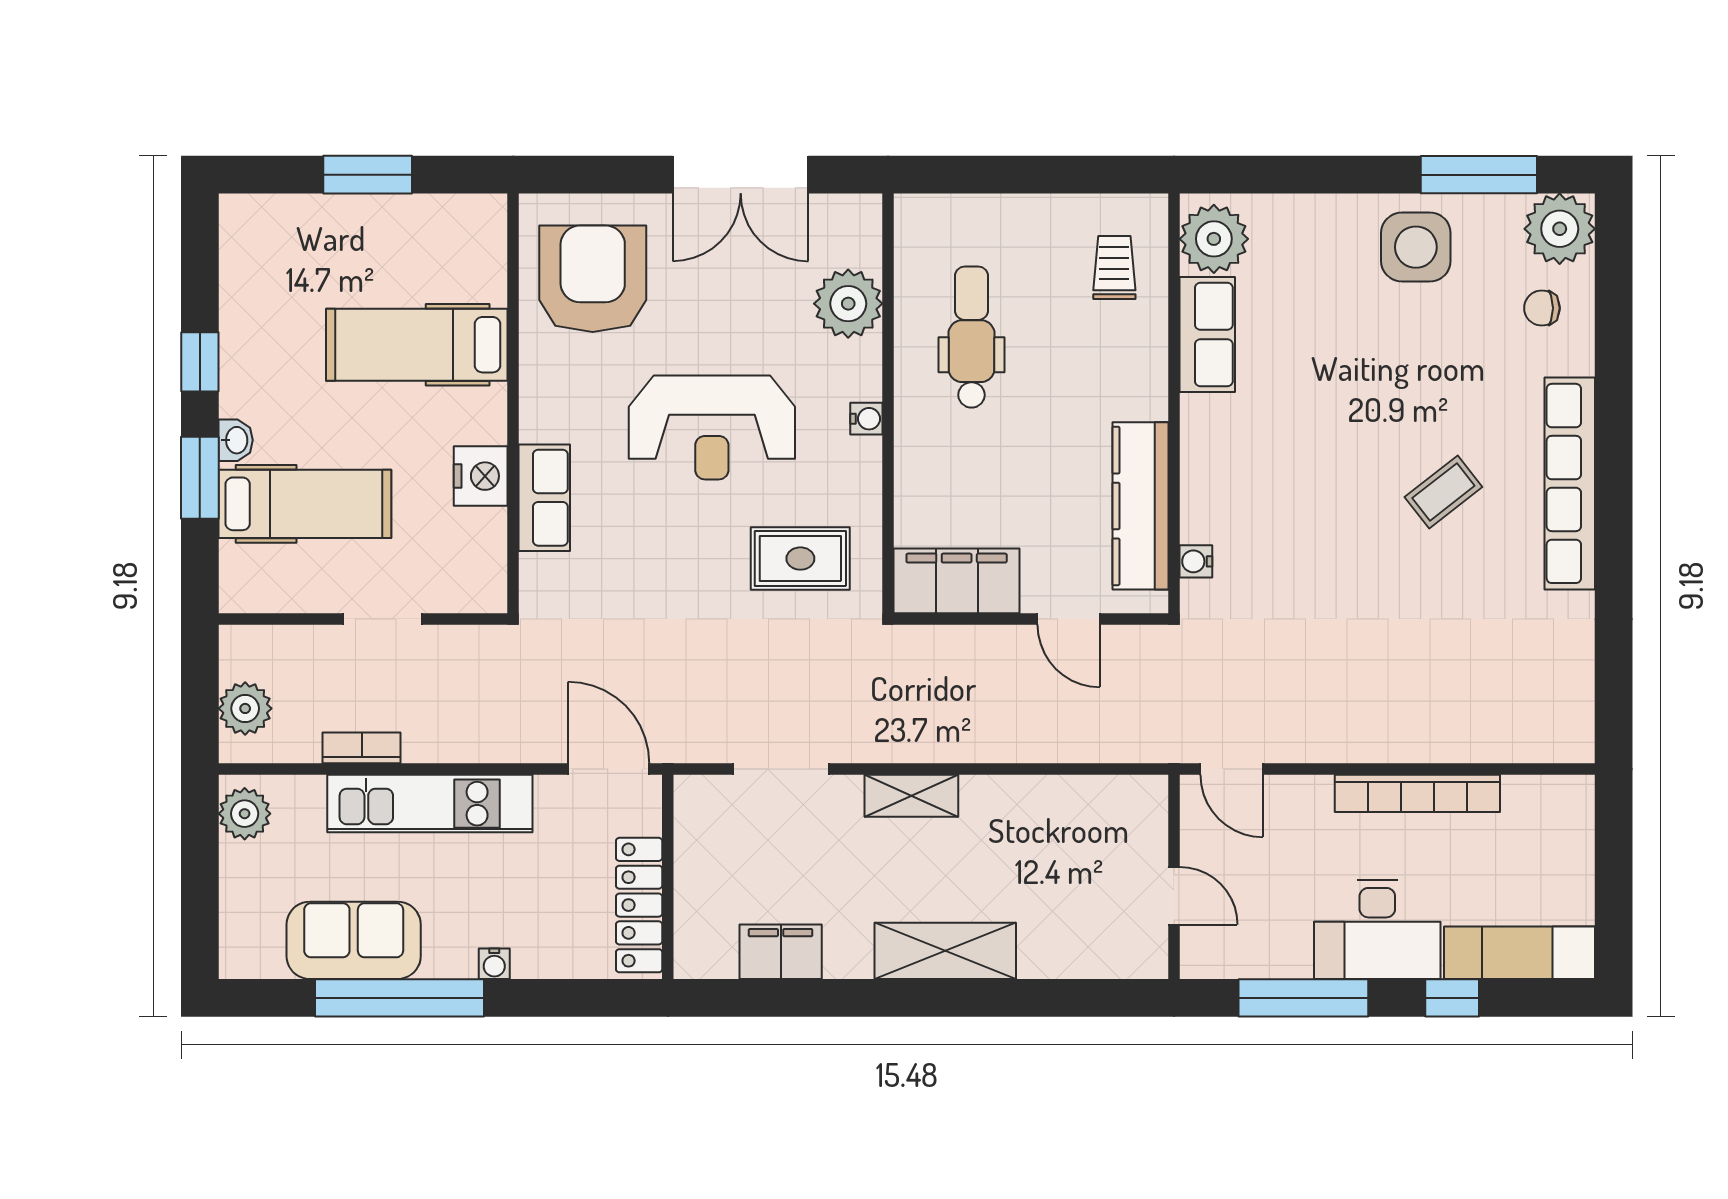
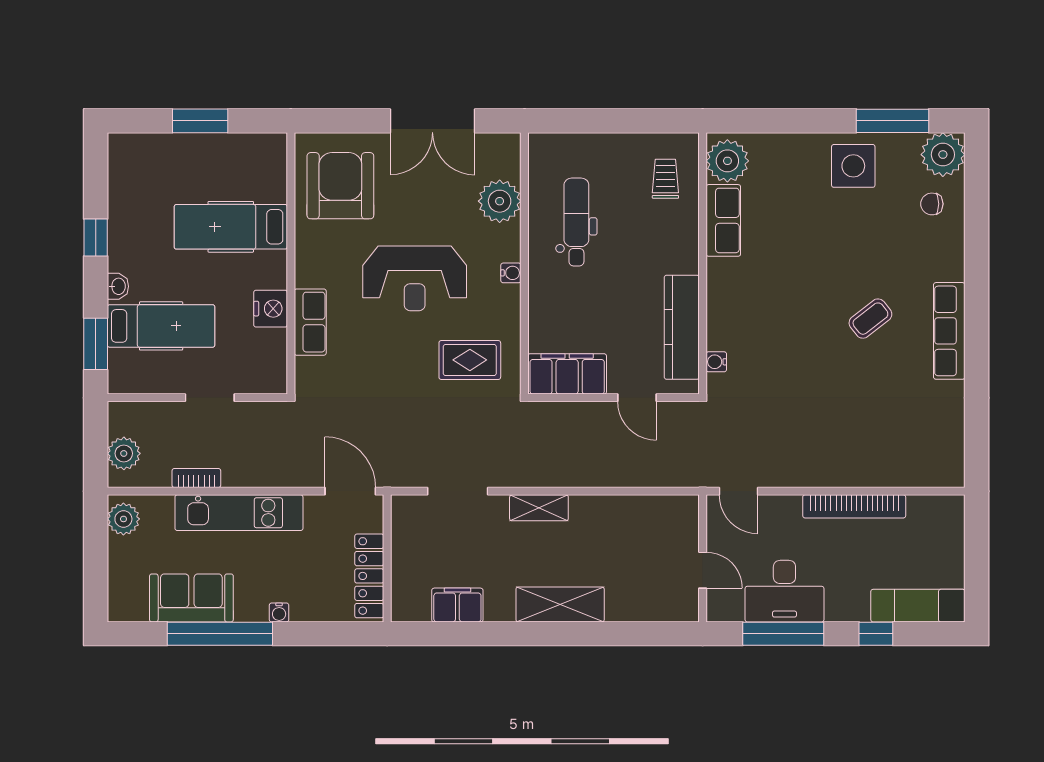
window: (200, 478) -> (96, 344), moved
row of seats: (1570, 483) -> (949, 331), width x0.73
desk: (1377, 929) -> (784, 591), moved

